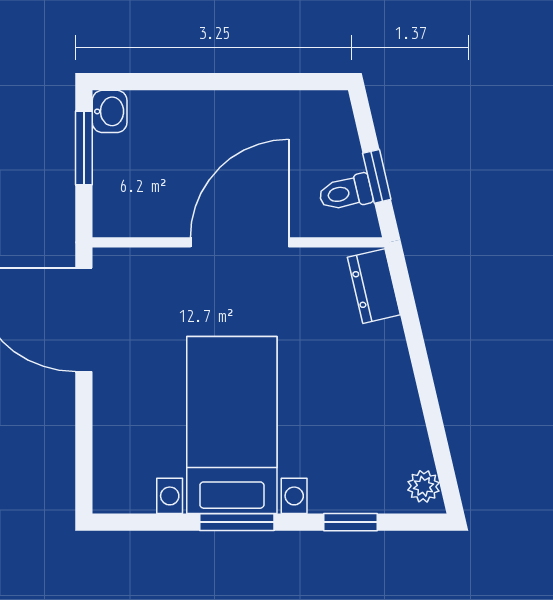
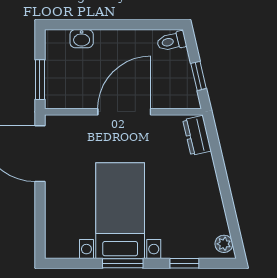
washbasin: (110, 111) -> (82, 39), moved, turned 90
window: (84, 148) -> (40, 80), moved
toilet: (346, 193) -> (172, 41), moved

